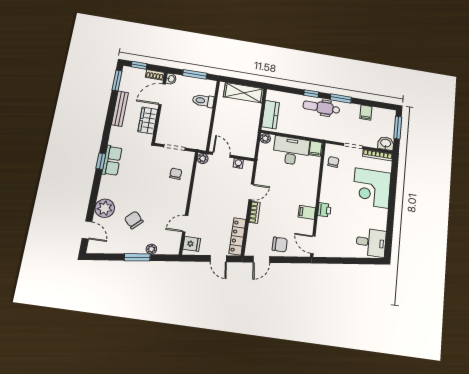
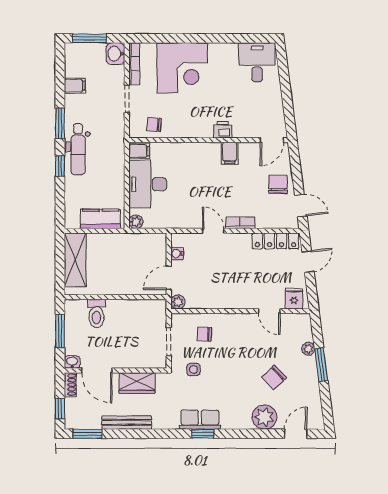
side table: (151, 162) -> (194, 370), added

